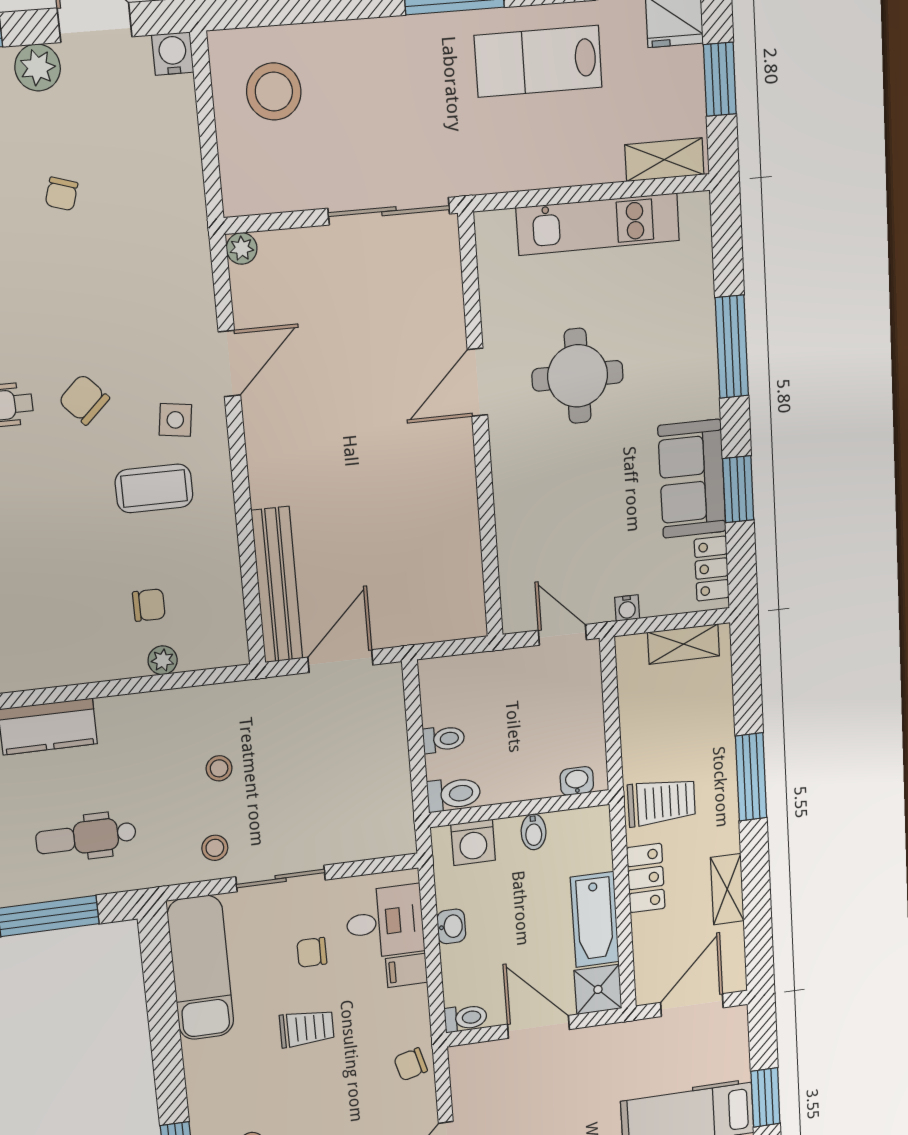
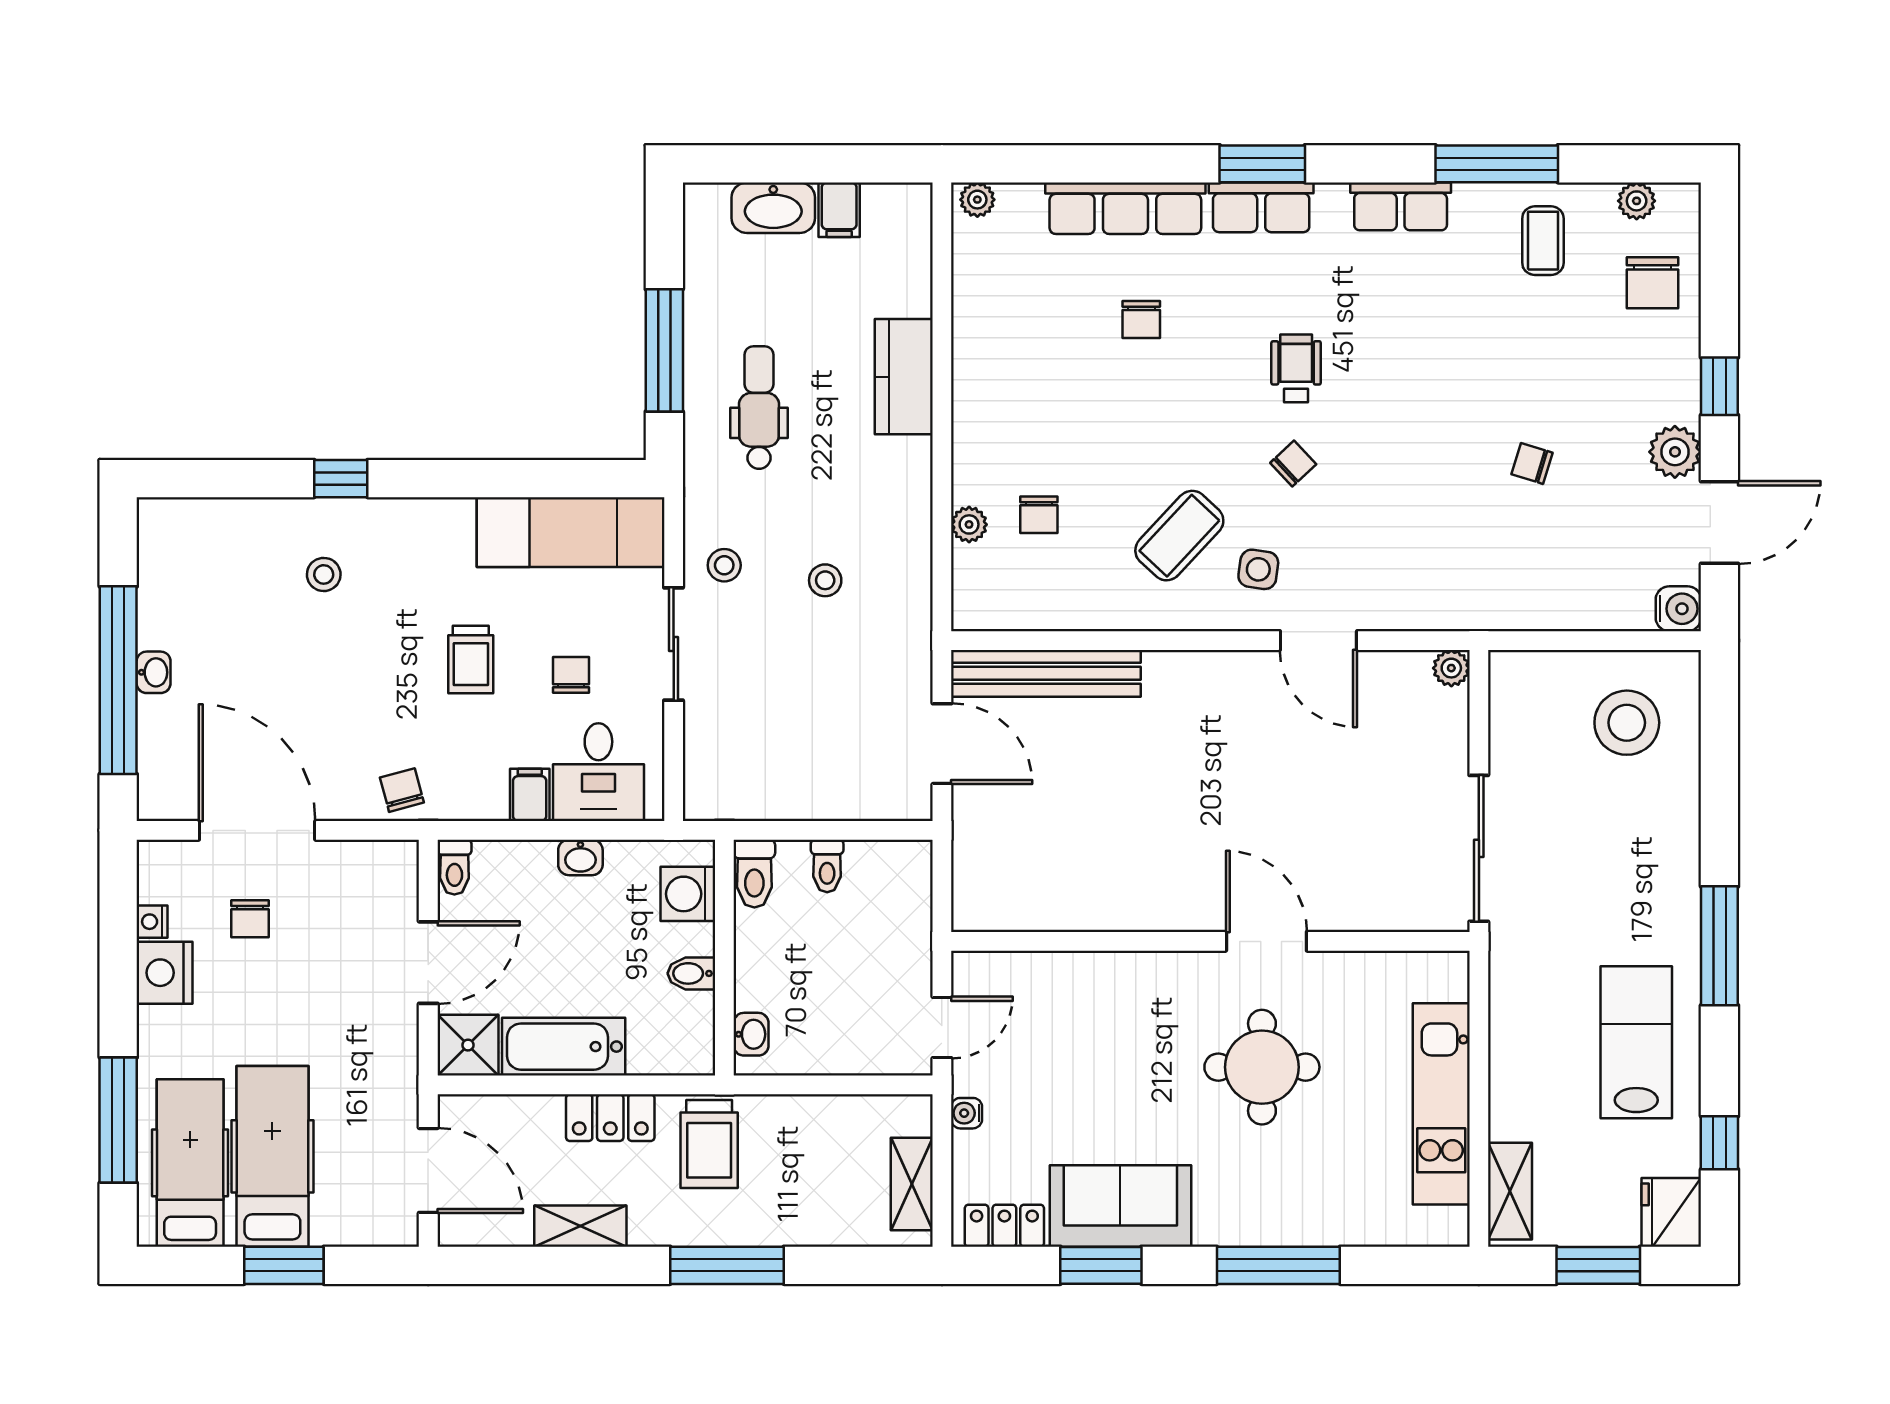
chair: (84, 400) -> (1293, 464), width x0.73, depth x0.73
coffee table: (154, 488) -> (1179, 536), turned 43

